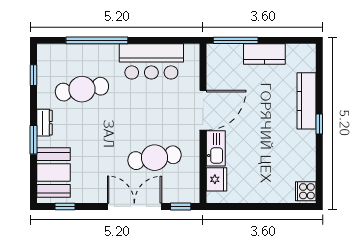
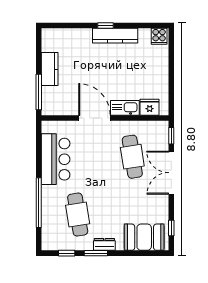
kitchen counter: (306, 101) -> (115, 36), moved
window: (34, 140) -> (96, 253), moved

